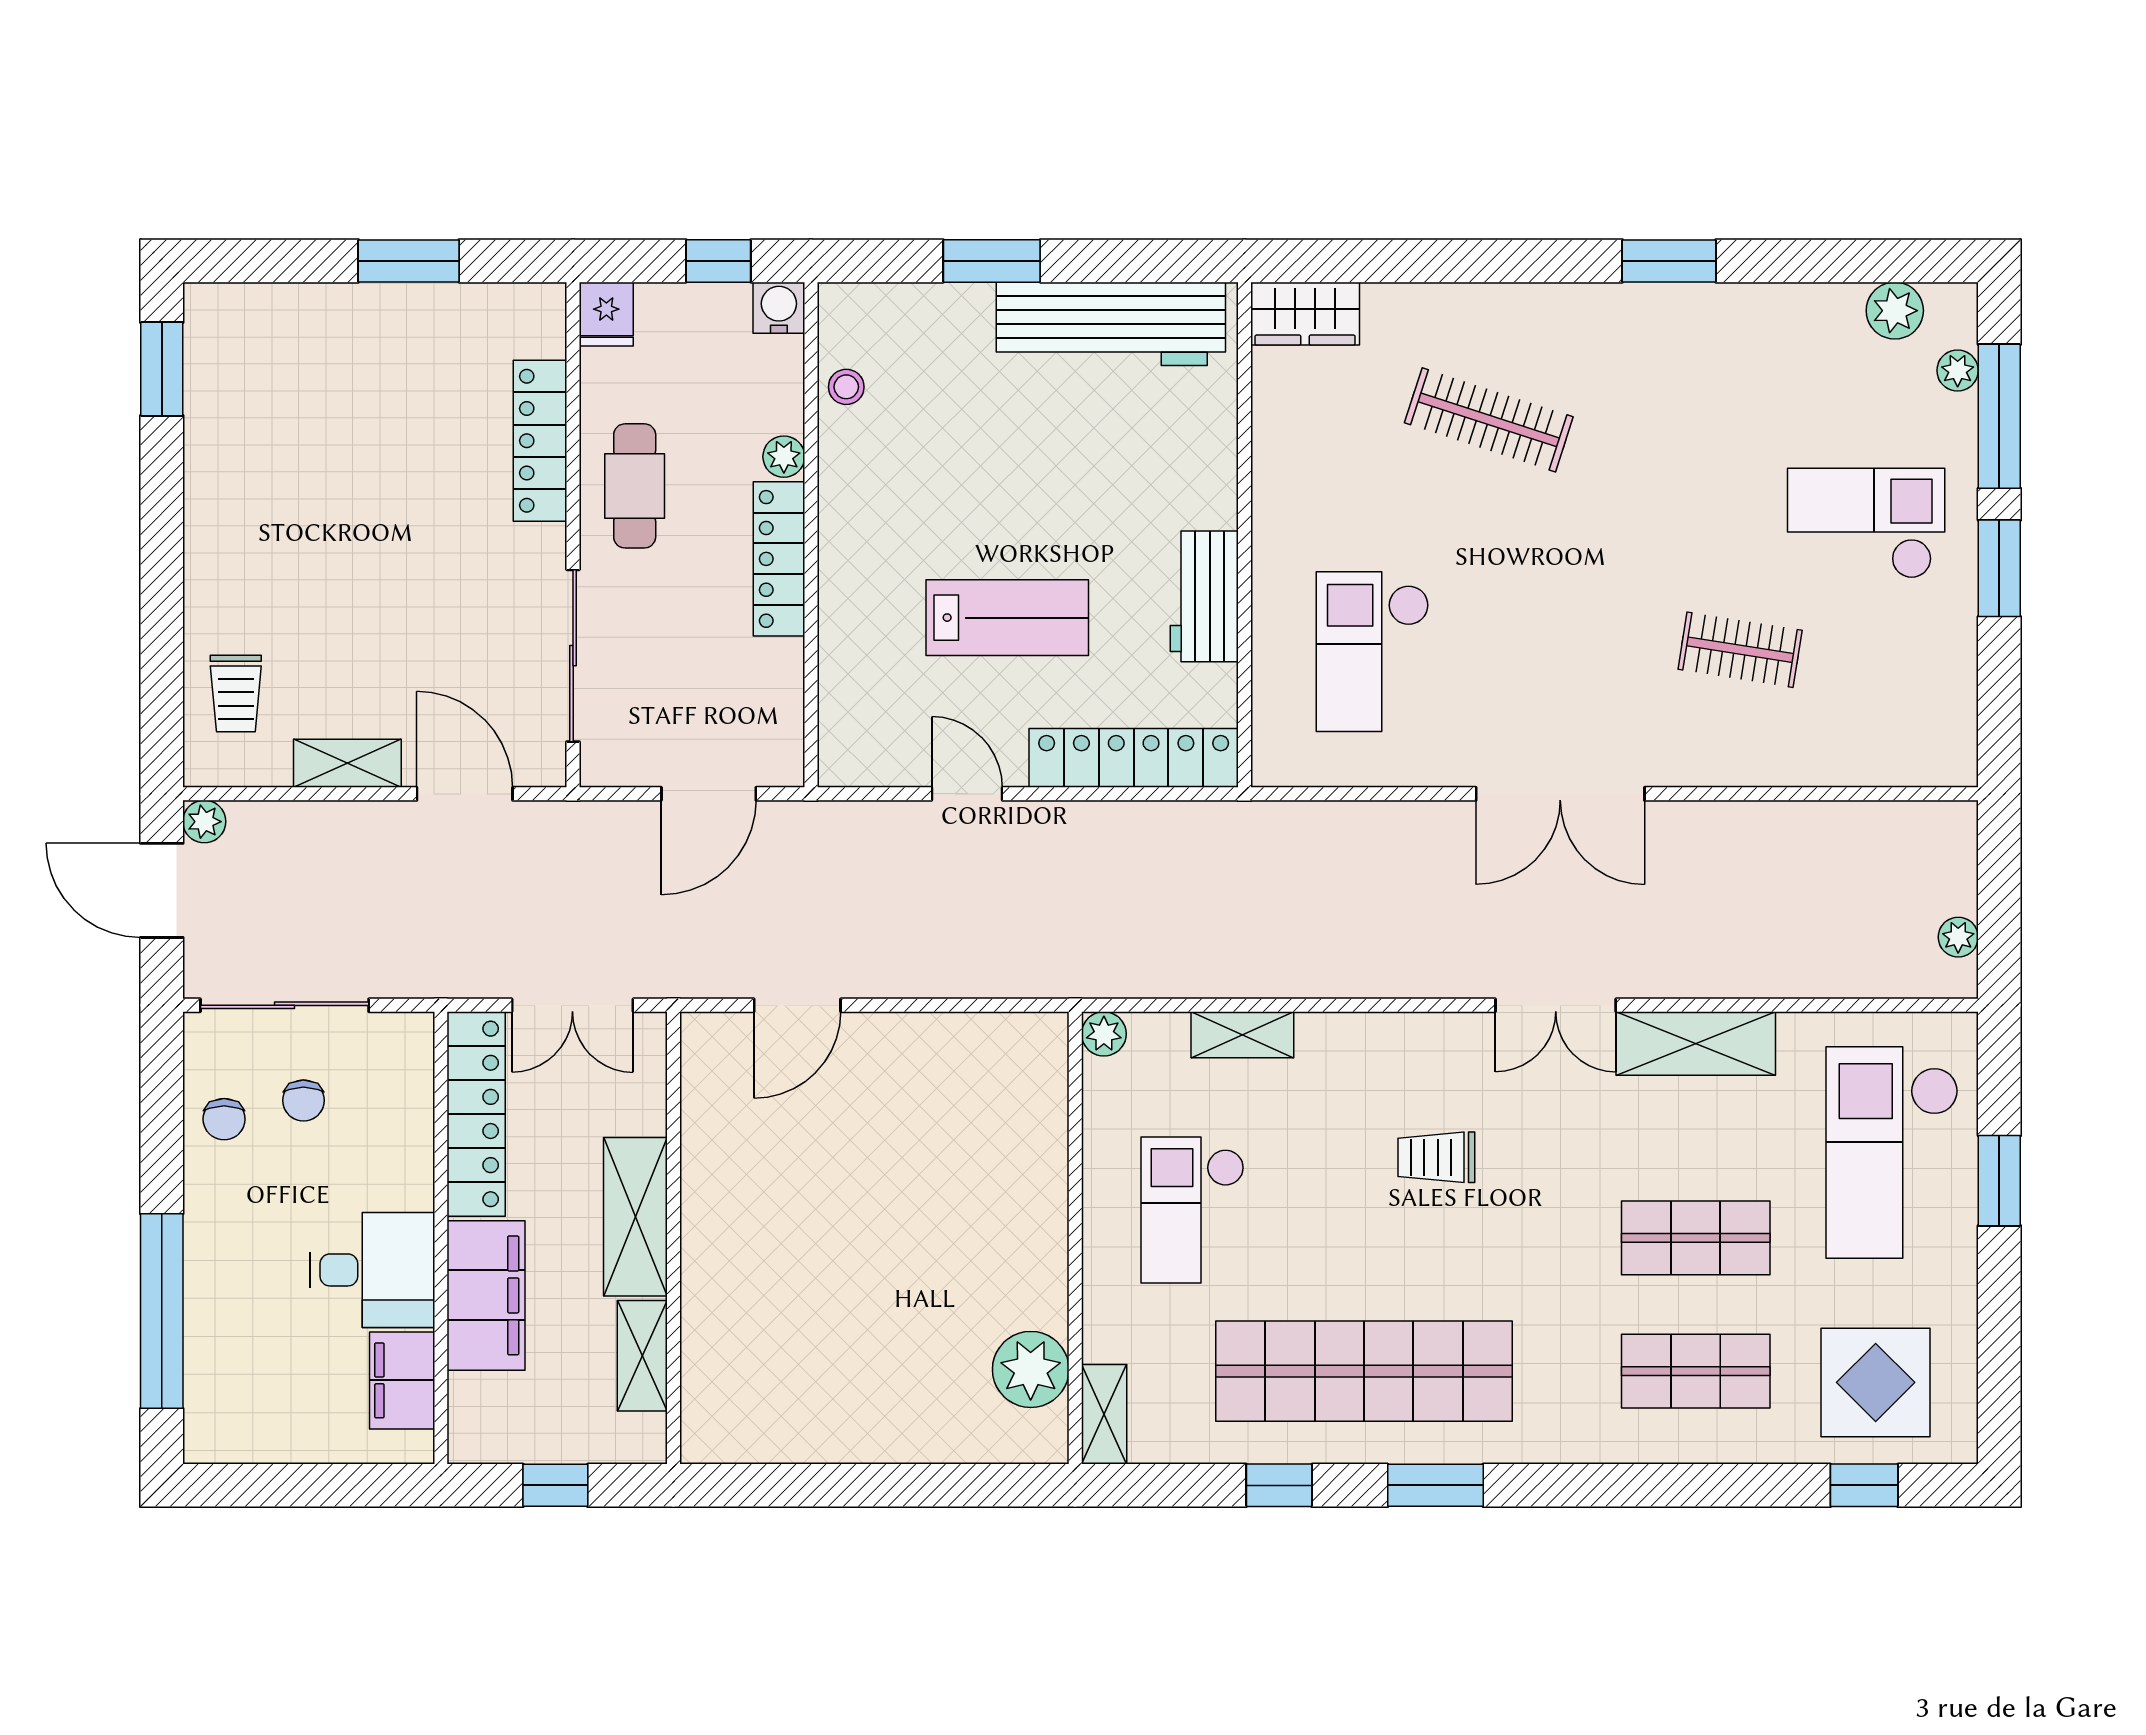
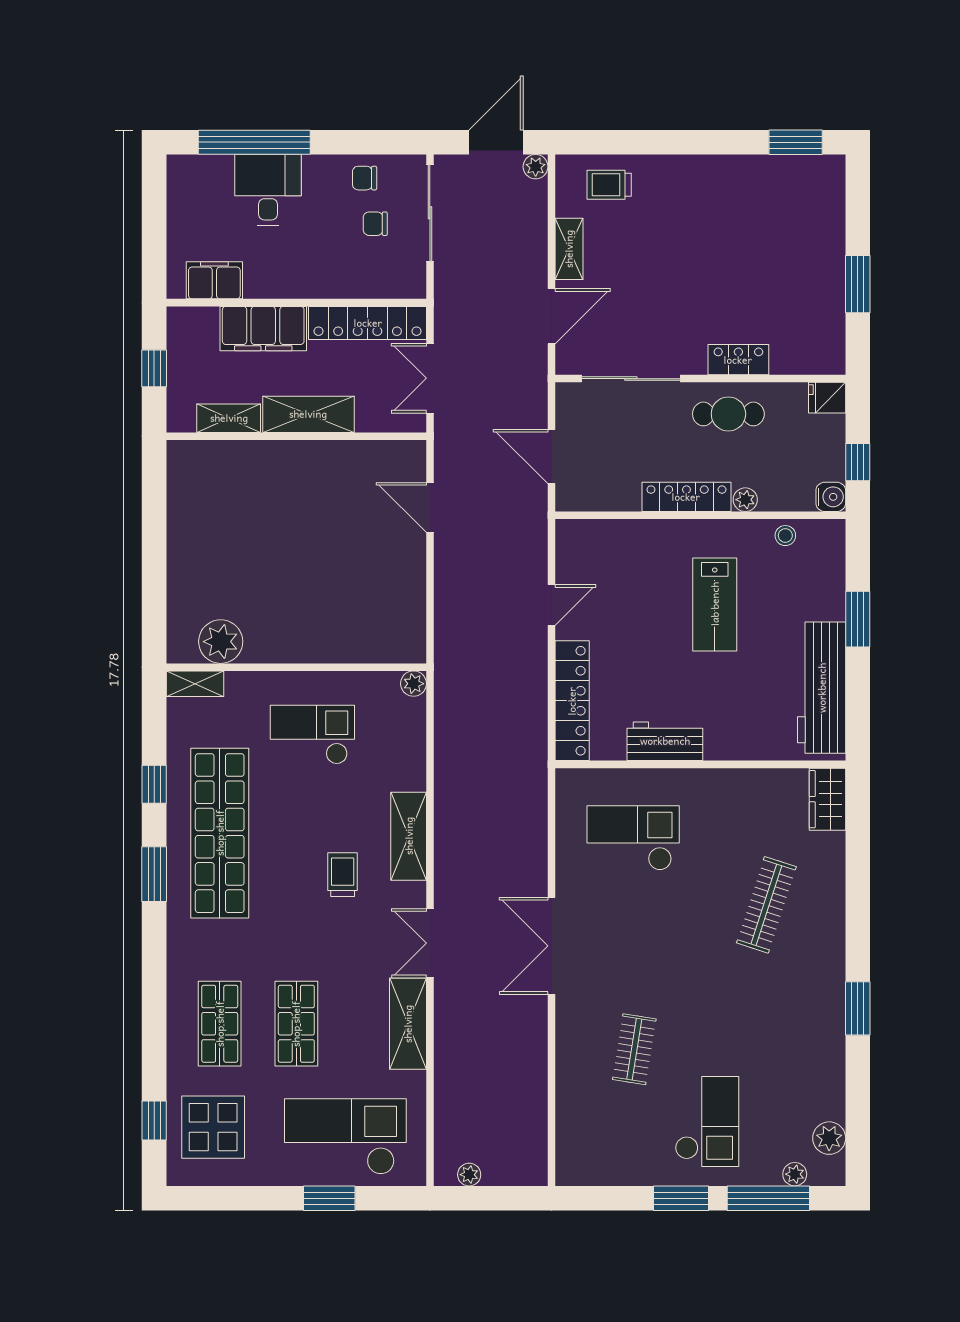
locker: (540, 441) -> (738, 360), width x0.66
lab bench: (1007, 618) -> (715, 604), moved
shelving: (1242, 1035) -> (409, 836), moved, width x1.50, depth x1.33
desk: (372, 1270) -> (268, 190), moved, turned 180

